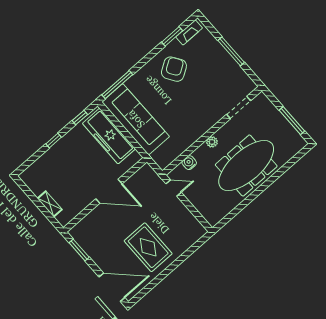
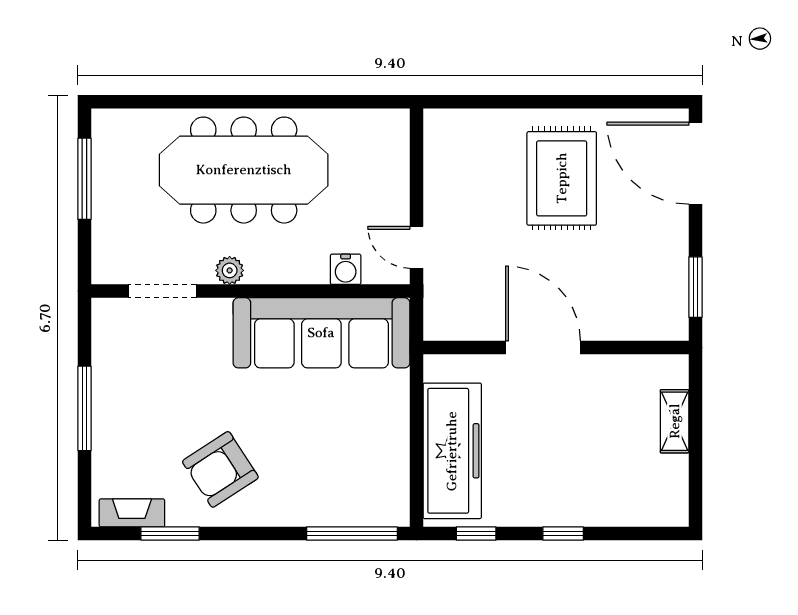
sofa: (136, 119) -> (321, 333), moved, turned -90
plant: (212, 142) -> (230, 270), moved

